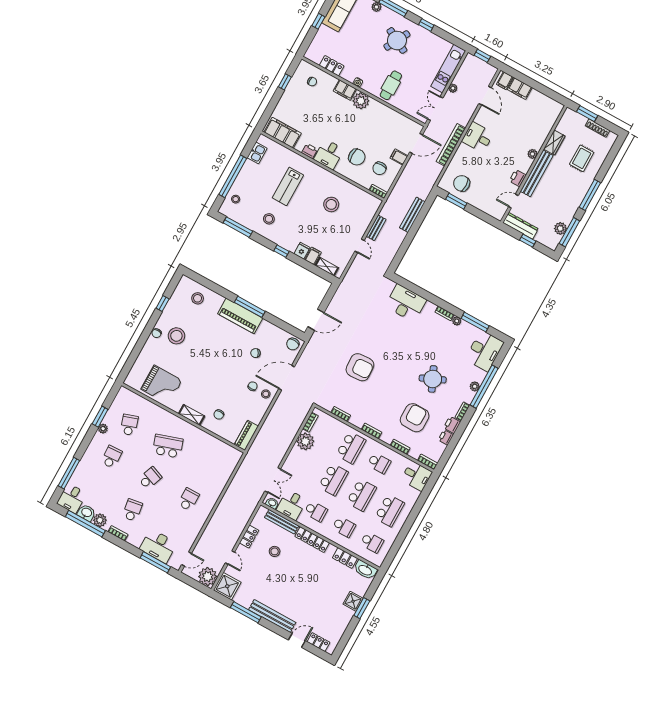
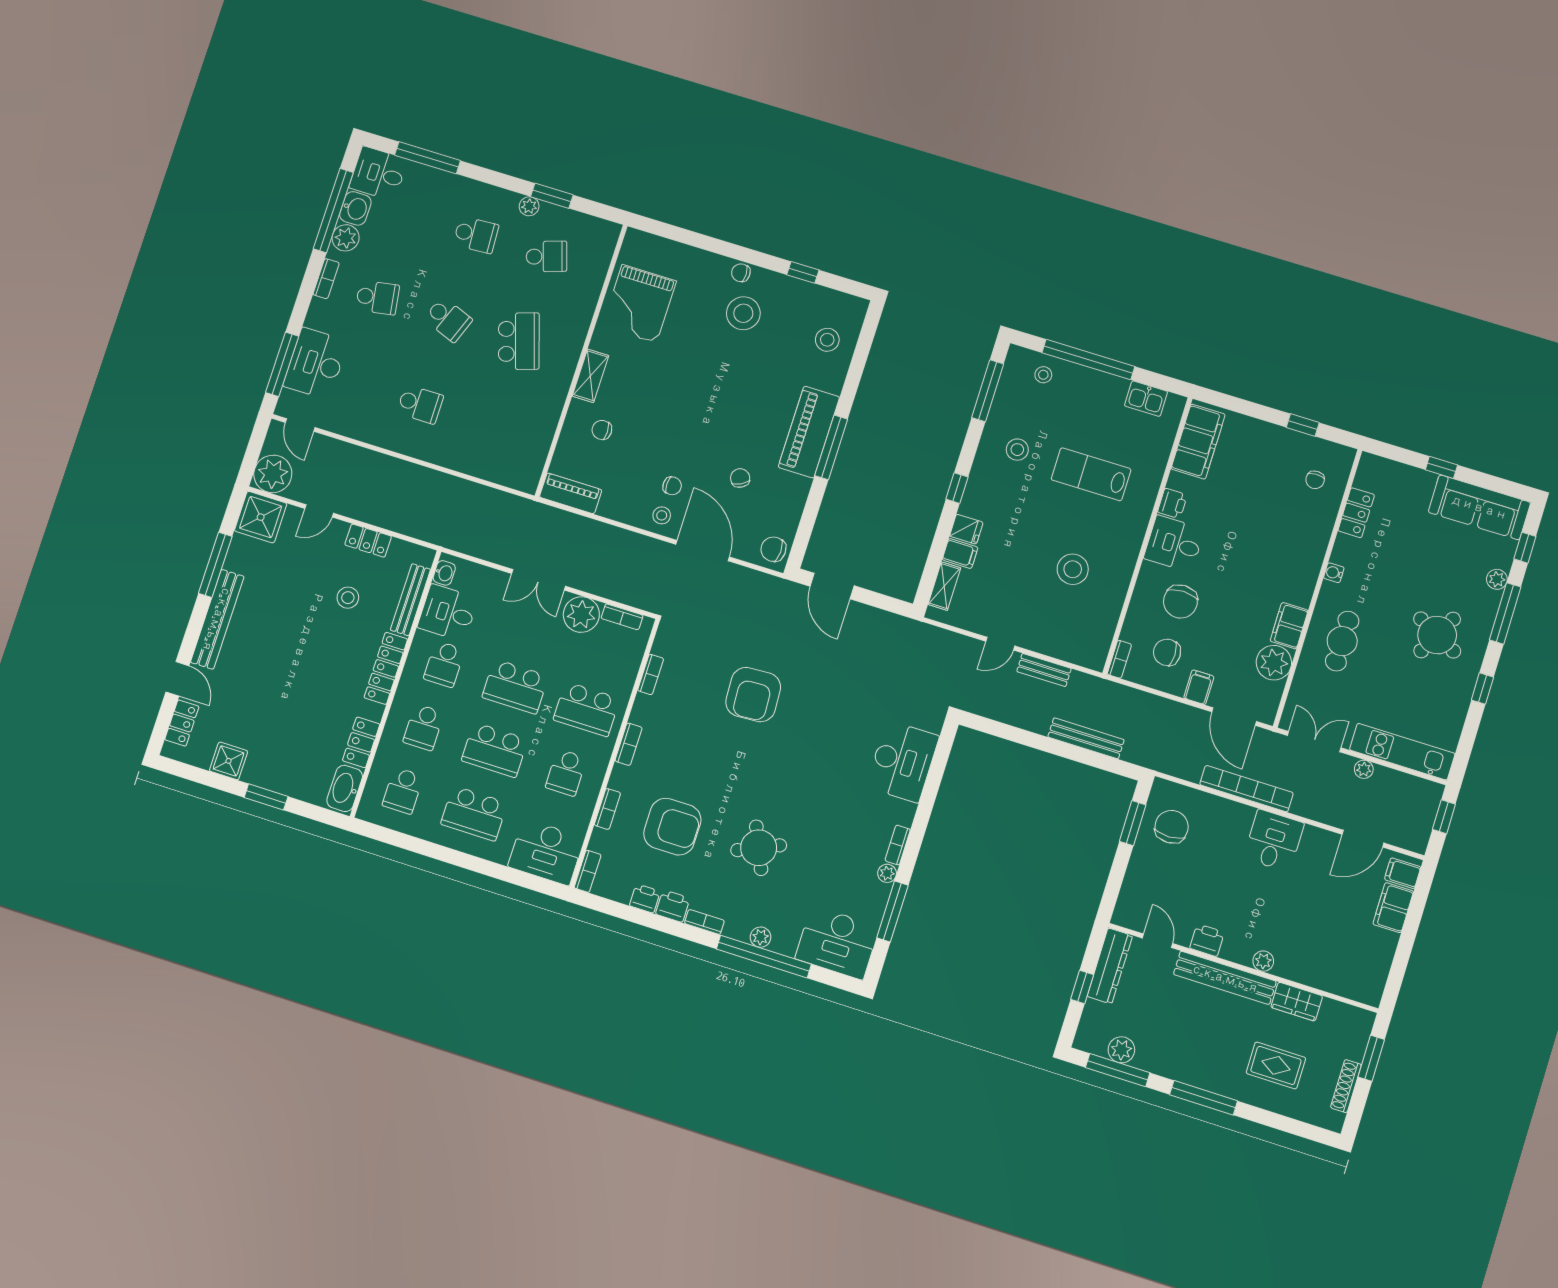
cafe table: (391, 85) -> (1342, 641), turned 90
filing cabinet: (345, 90) -> (1289, 626), moved
plant: (361, 101) -> (1274, 663), moved
desk: (417, 476) -> (546, 852), width x1.37
double door: (273, 480) -> (539, 580), moved
shower: (353, 601) -> (229, 761), moved

